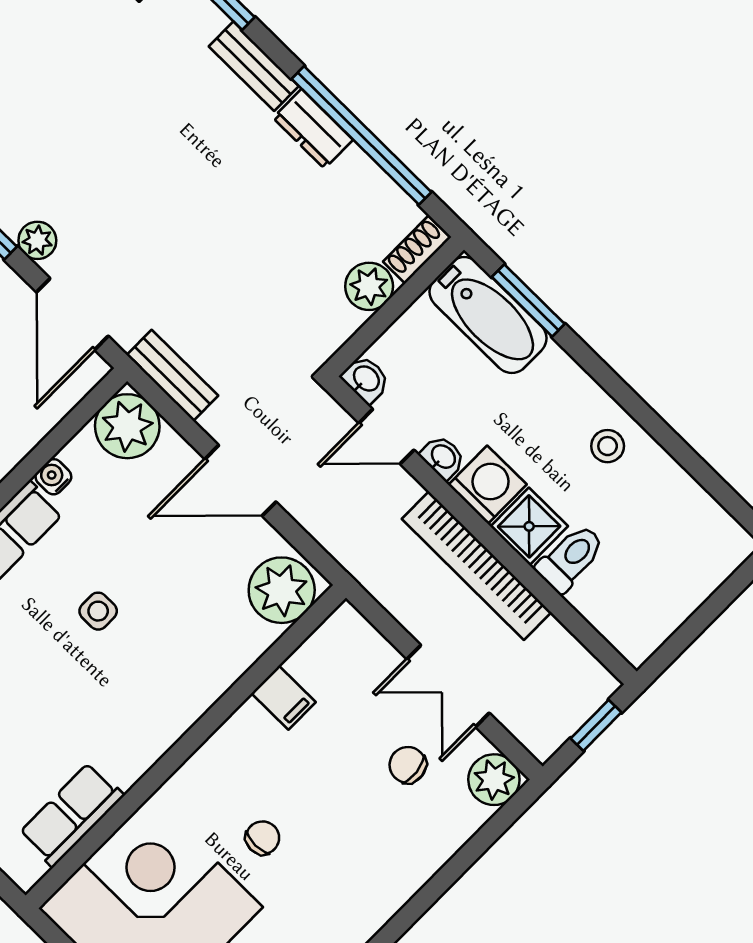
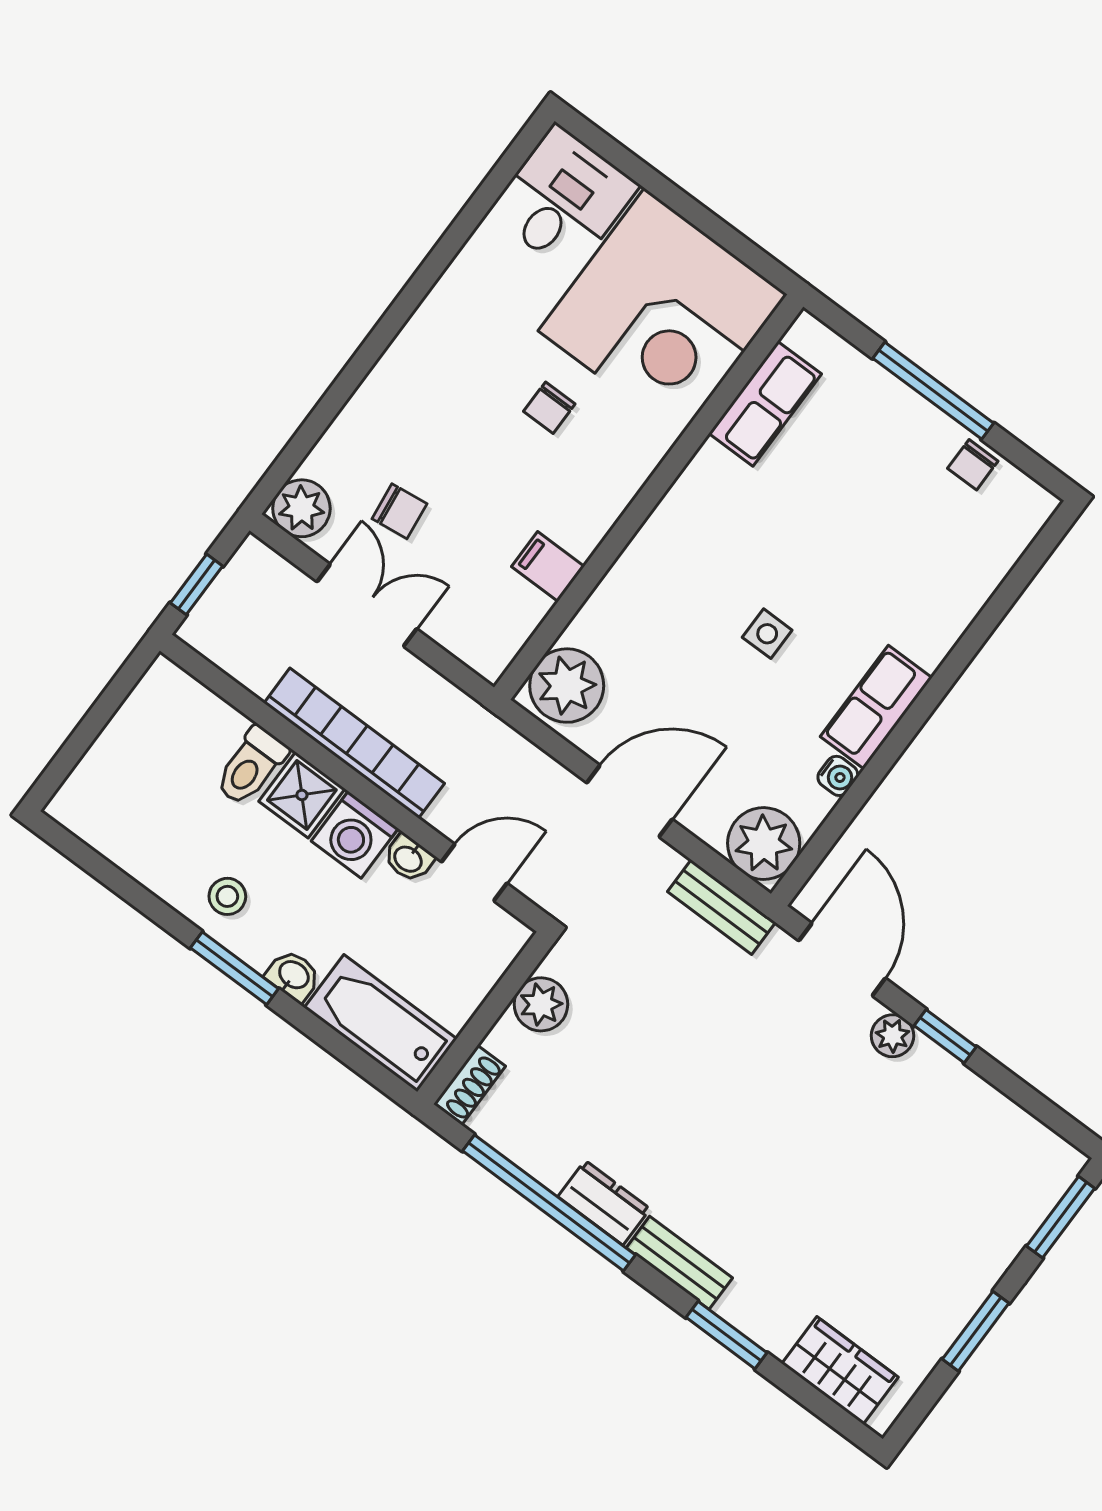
plant: (369, 286) -> (541, 1004), moved
window: (528, 300) -> (234, 968), moved
washbasin: (366, 379) -> (293, 976), moved, turned 180

